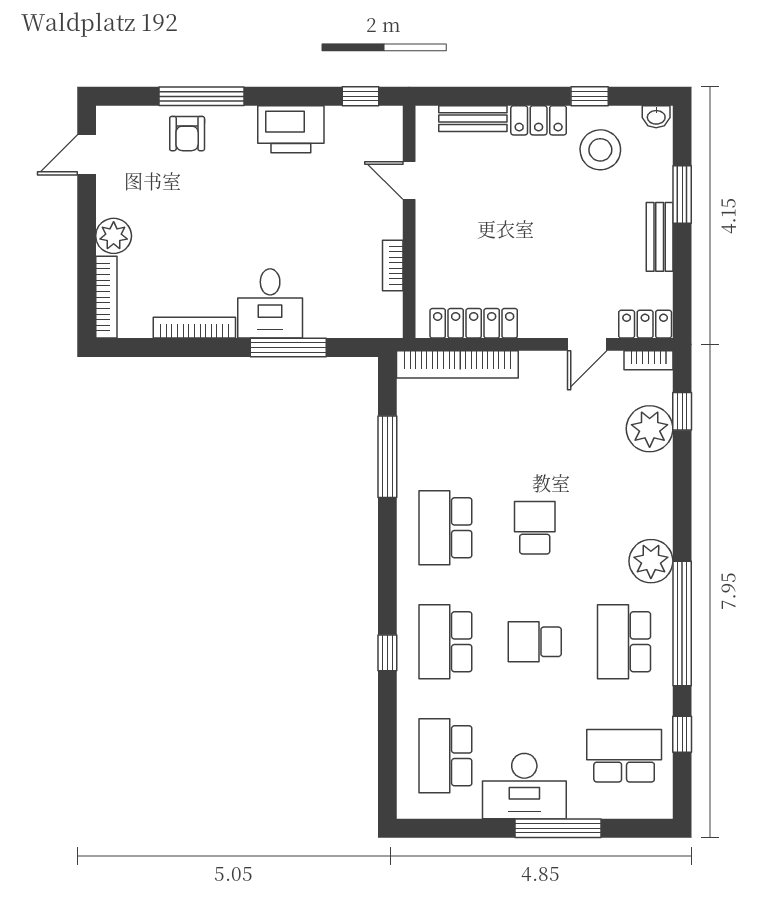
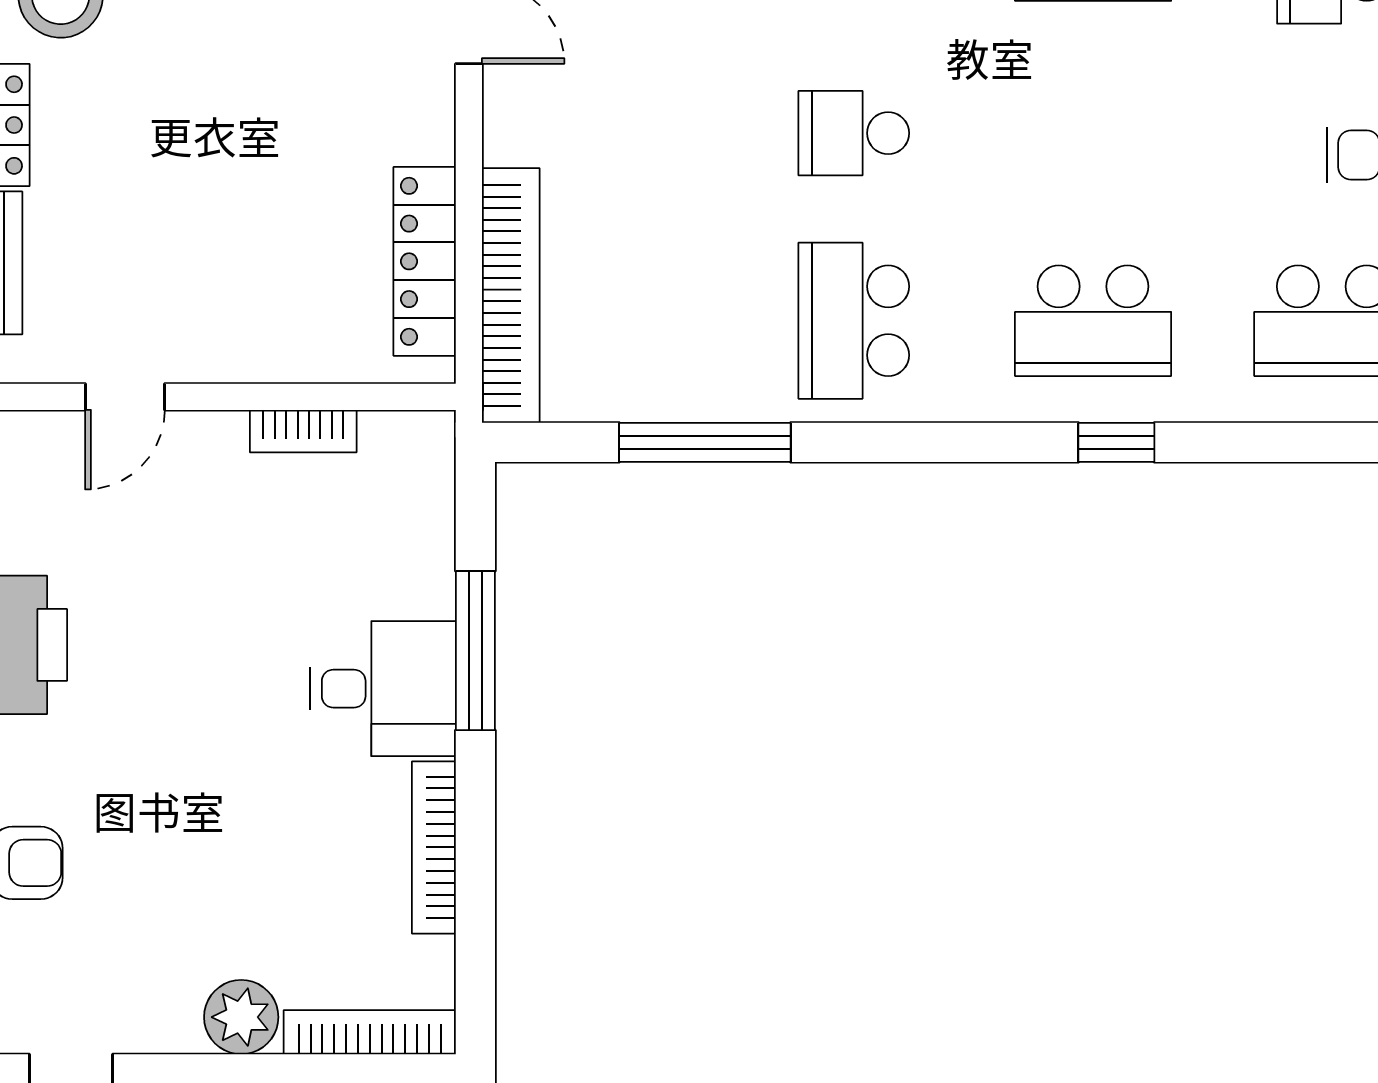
school desk: (445, 528) -> (854, 321), turned 90
school desk: (535, 642) -> (1093, 133), removed

